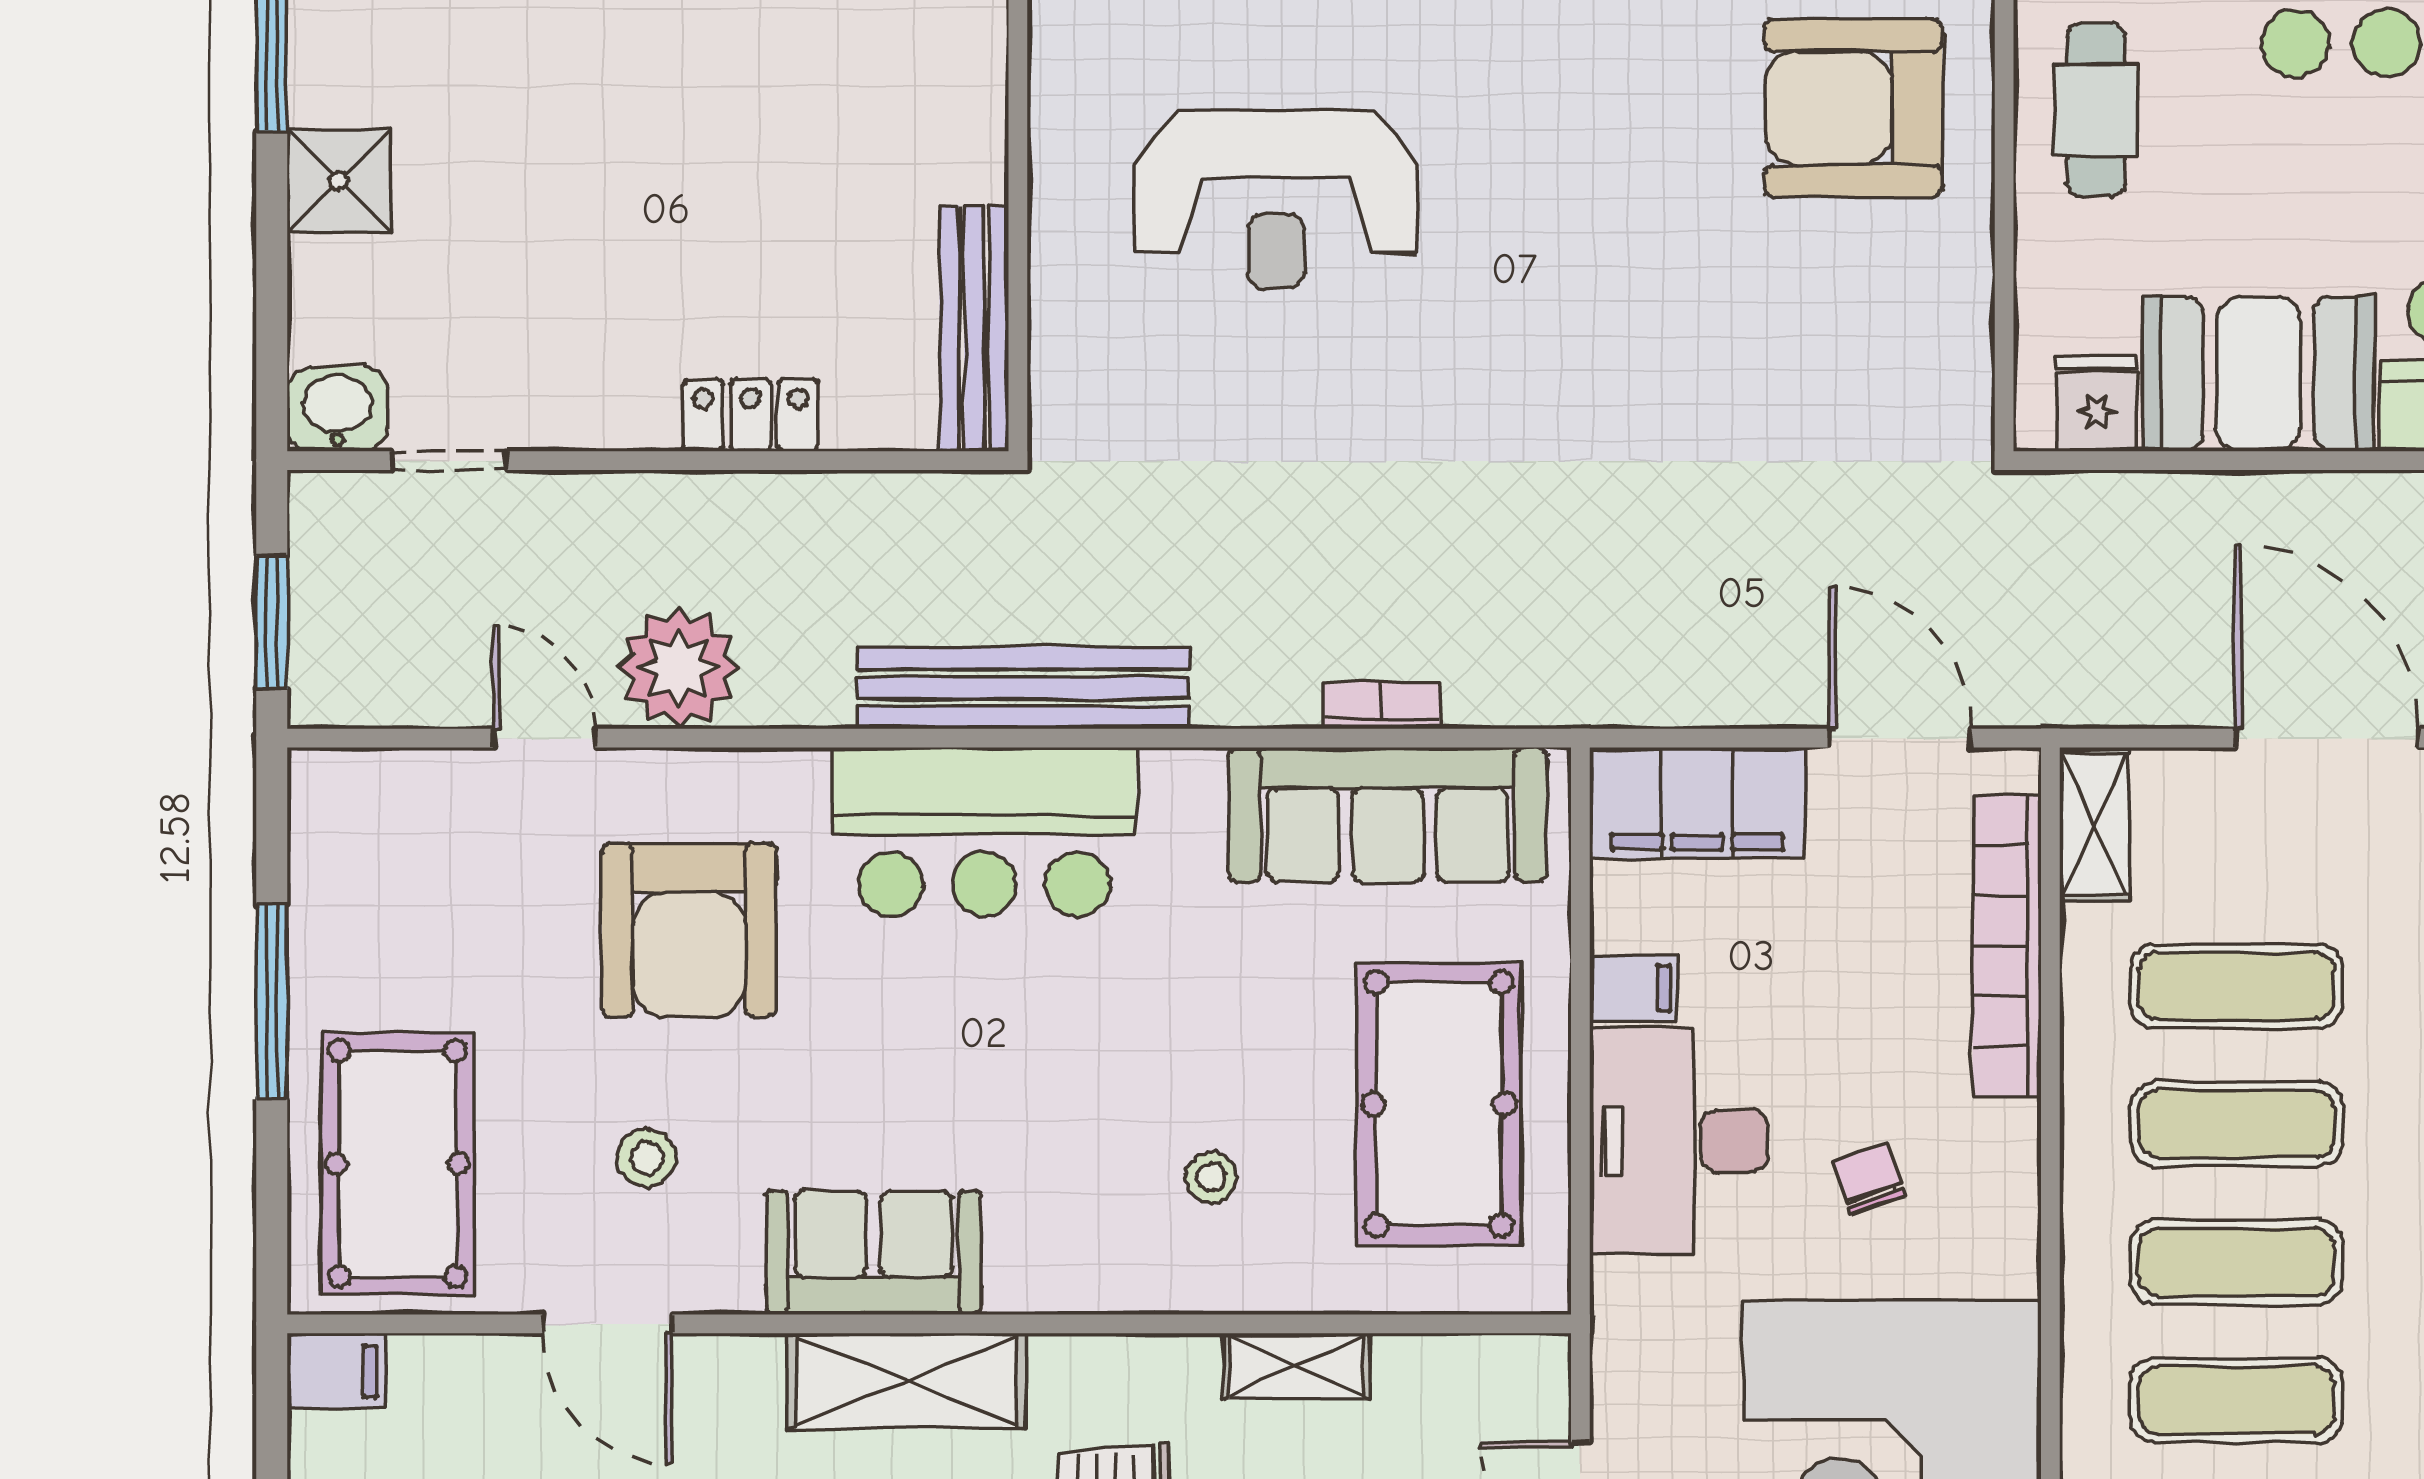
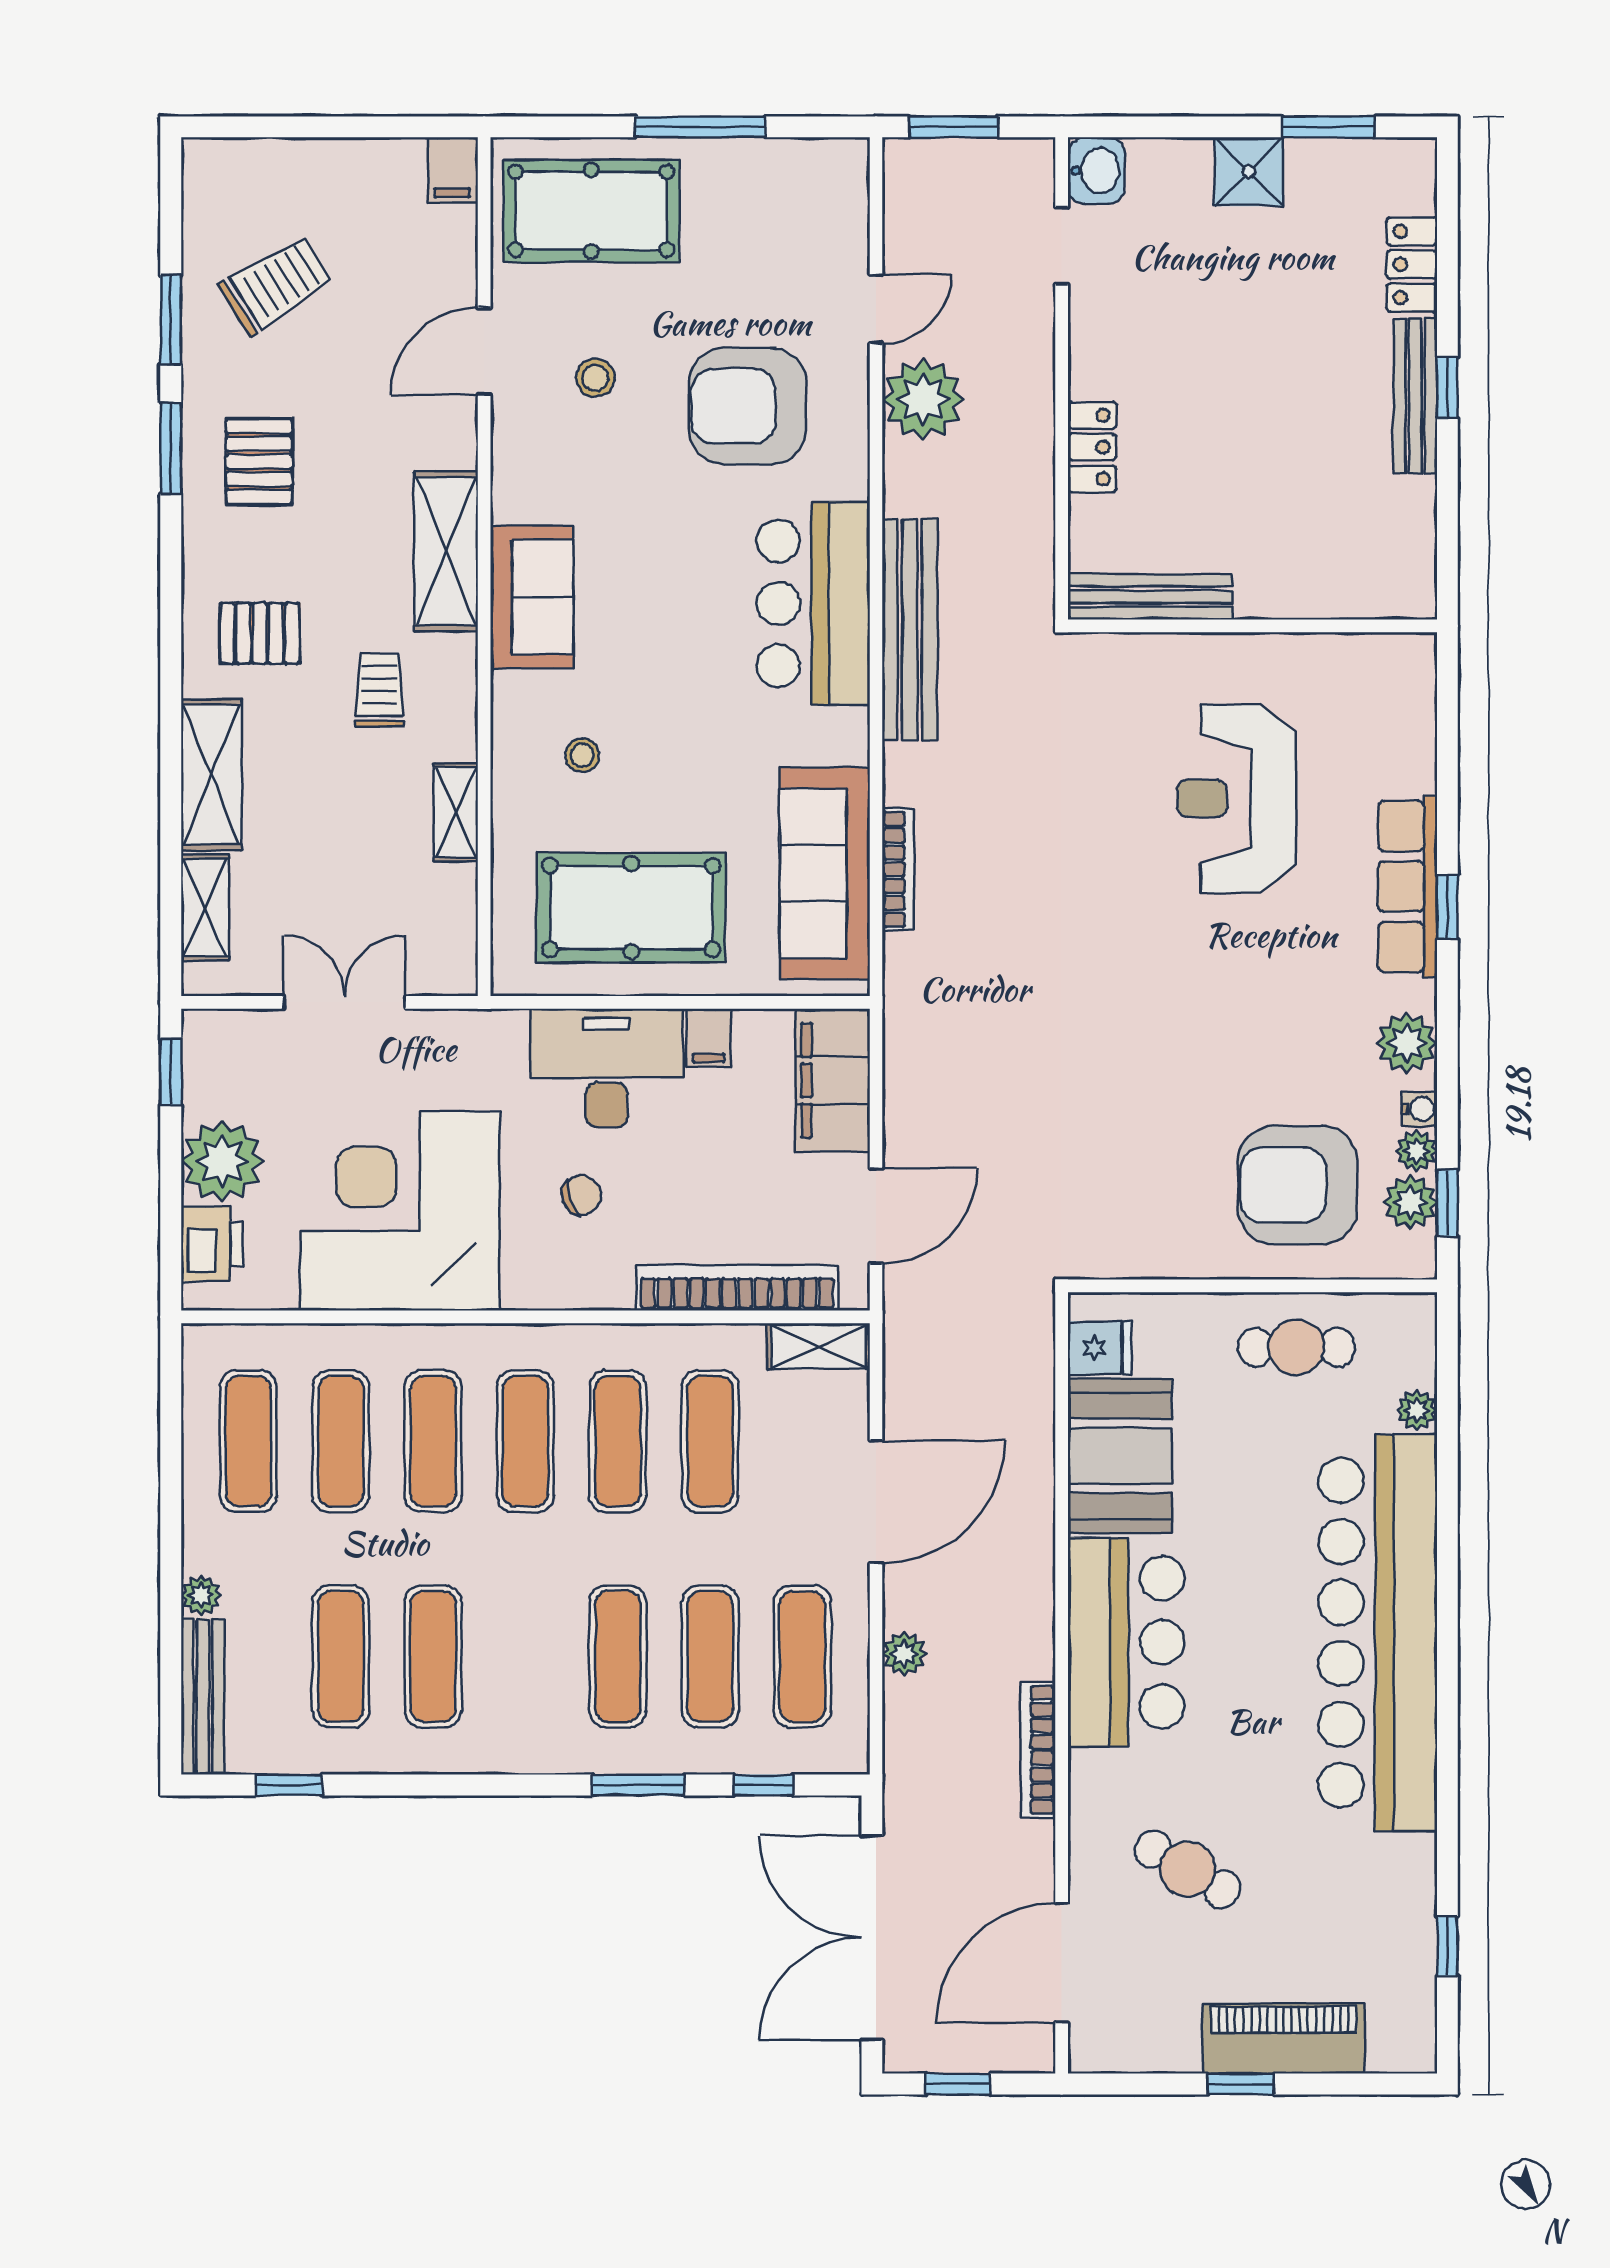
armchair: (1853, 108) -> (1297, 1185), turned -90
bookcase: (1382, 705) -> (898, 869), width x1.56
sofa: (873, 1253) -> (532, 597), moved

